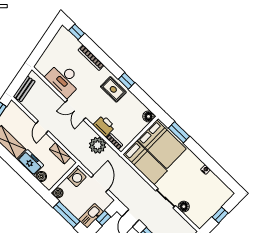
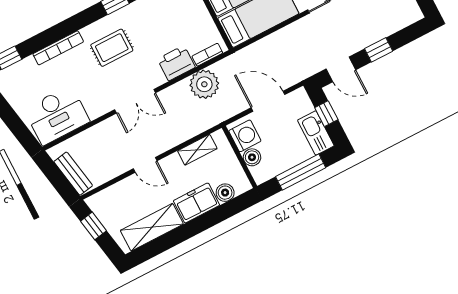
desk: (64, 79) -> (57, 115), moved
rug: (113, 89) -> (112, 48), moved
boiler: (58, 193) -> (252, 157), moved

